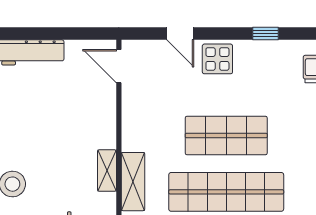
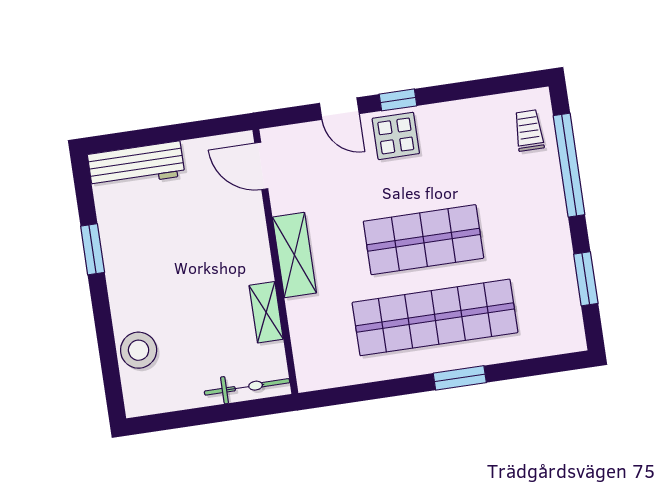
window: (266, 34) -> (398, 100), moved
shelving: (133, 182) -> (294, 255), moved

